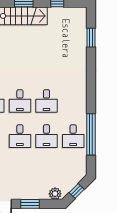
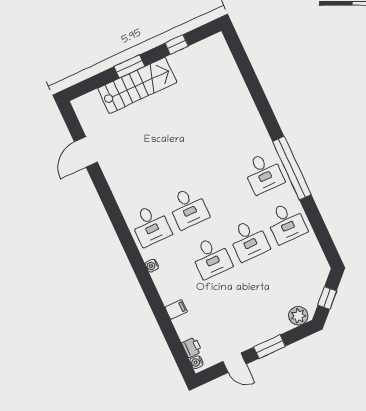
window: (91, 38) -> (247, 72), removed
desk: (47, 101) -> (263, 173), moved
window: (91, 134) -> (292, 168), moved

